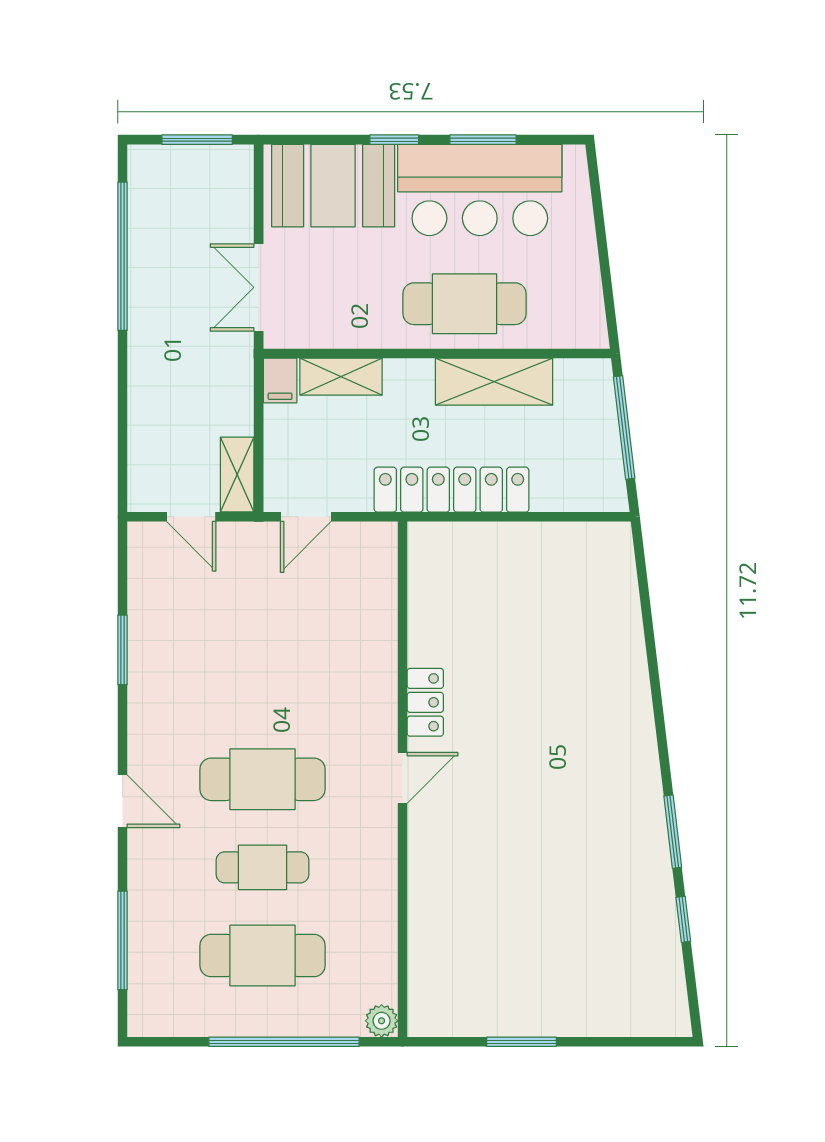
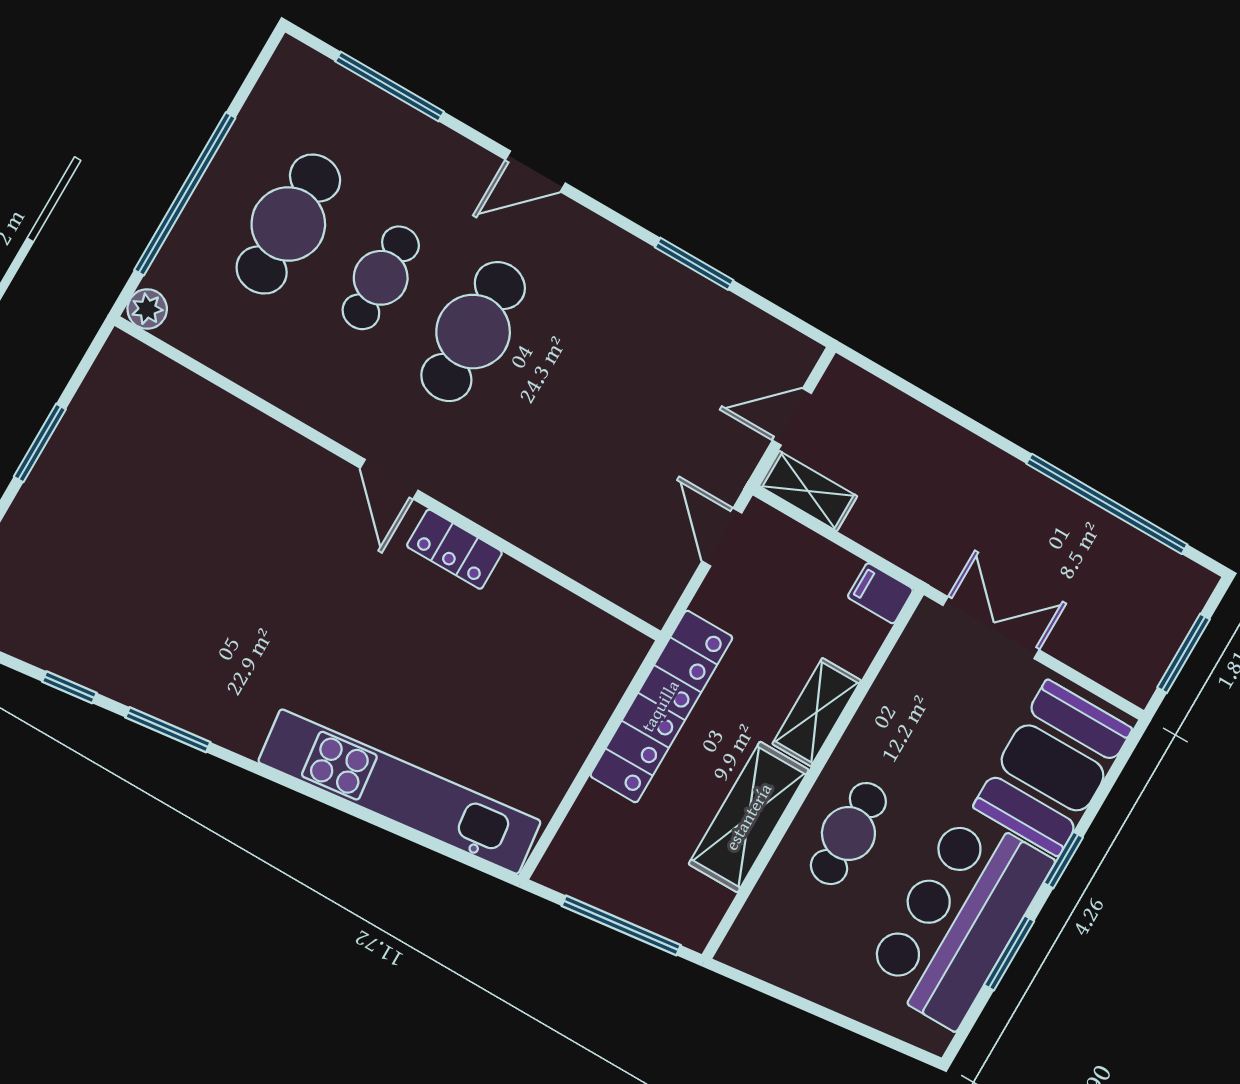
cafe table: (464, 304) -> (848, 834), width x0.73, depth x0.74
shelving: (341, 377) -> (817, 712), moved
kitchen unit: (621, 641) -> (399, 792), added

